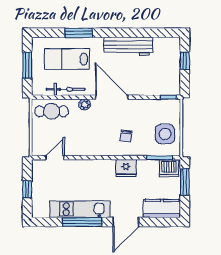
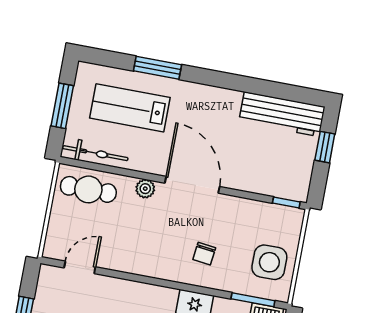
workbench: (128, 46) -> (282, 114), moved
bicycle: (66, 89) -> (95, 153), moved

